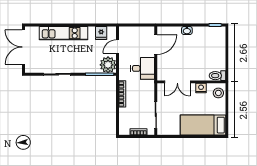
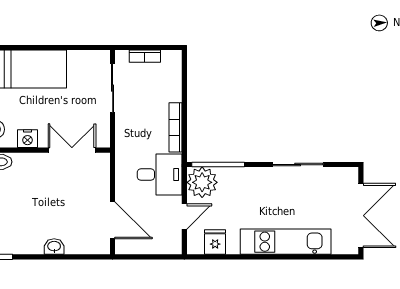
door: (156, 44) -> (113, 220), swing flipped
desk: (143, 68) -> (160, 175), moved, turned 180

